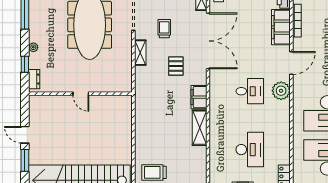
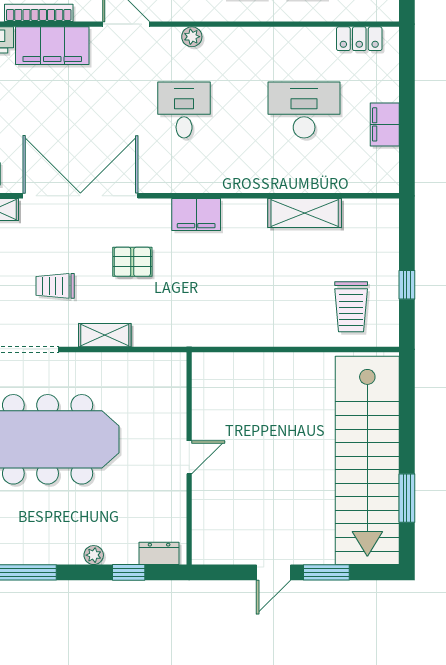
plant: (281, 91) -> (192, 37), width x0.53, depth x0.53
shelving: (200, 128) -> (305, 213), moved

